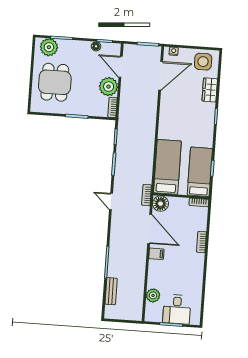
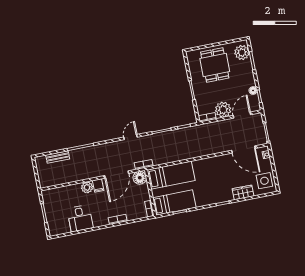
dining table: (55, 82) -> (215, 65), turned 90
plant: (153, 295) -> (87, 187), moved
desk: (177, 309) -> (80, 218), moved, turned -90

